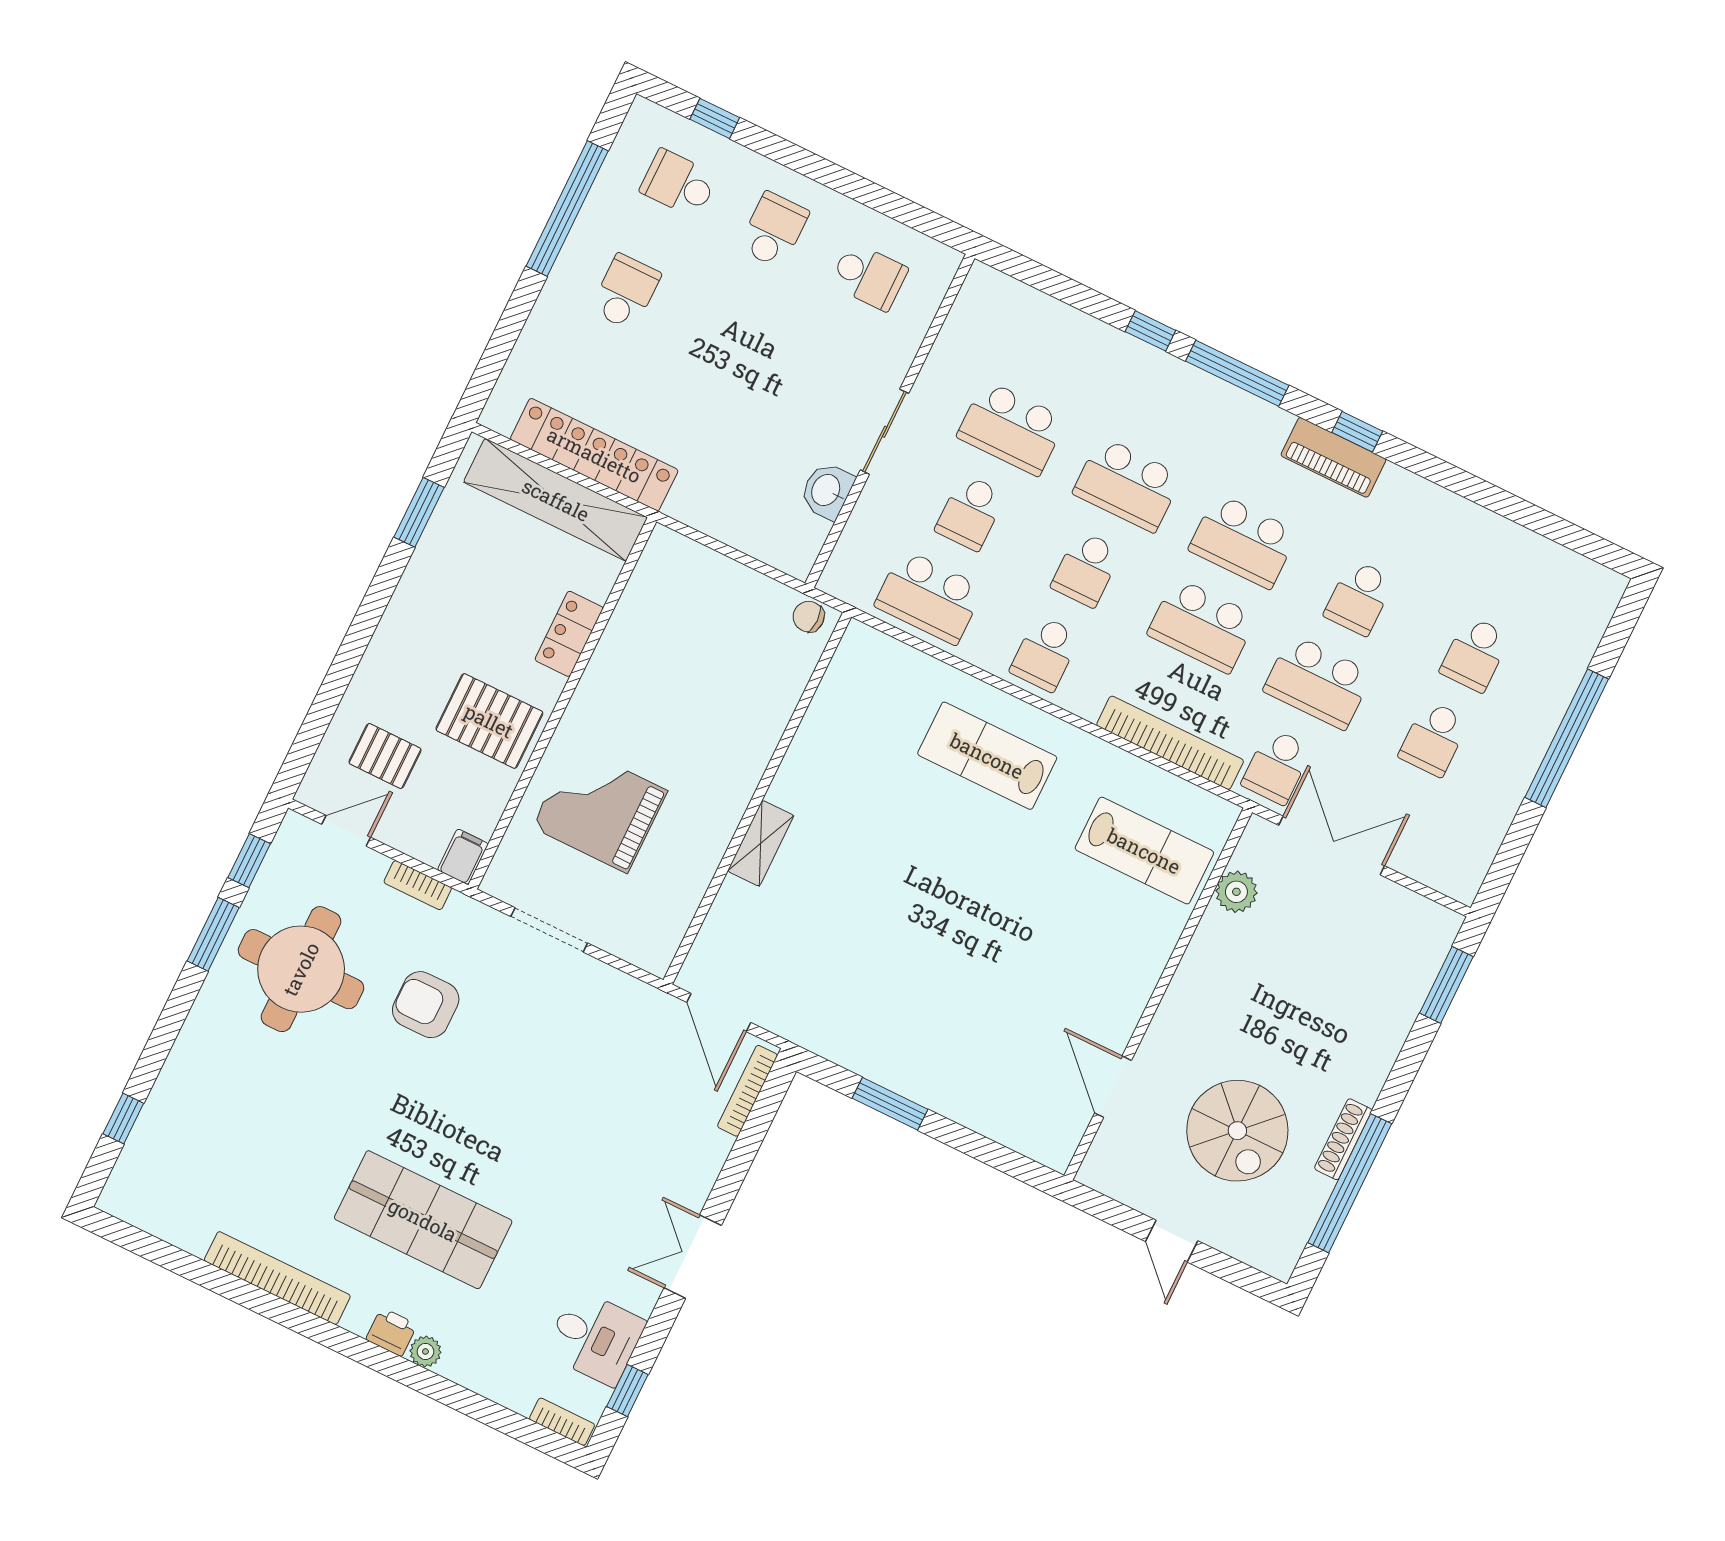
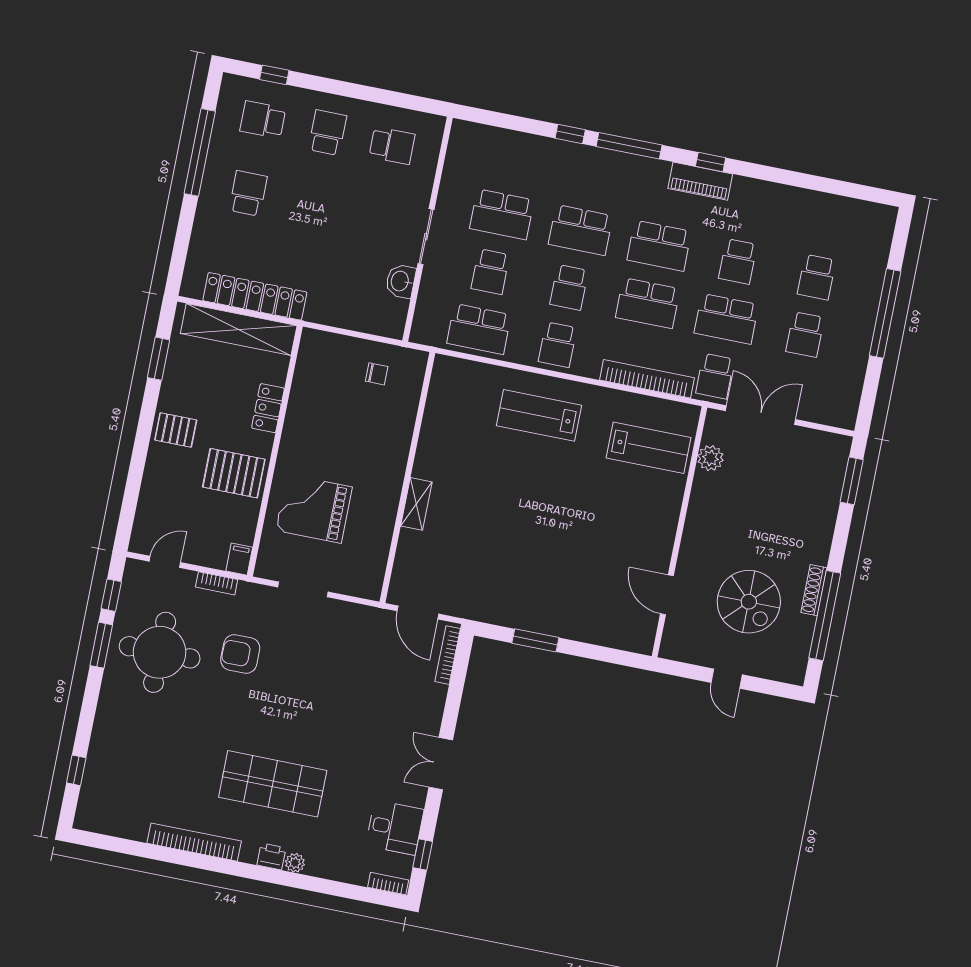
chair: (809, 617) -> (377, 374), moved, turned 180
pallet: (385, 756) -> (176, 430), moved

